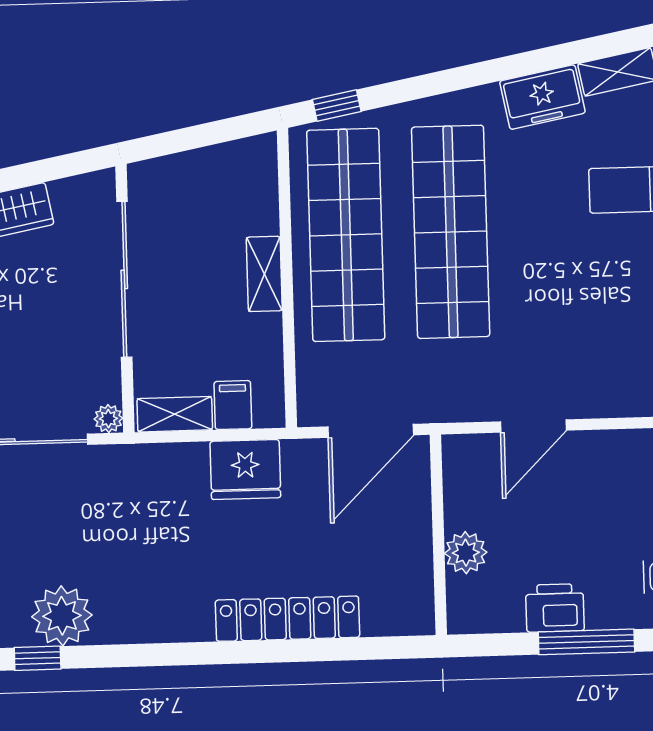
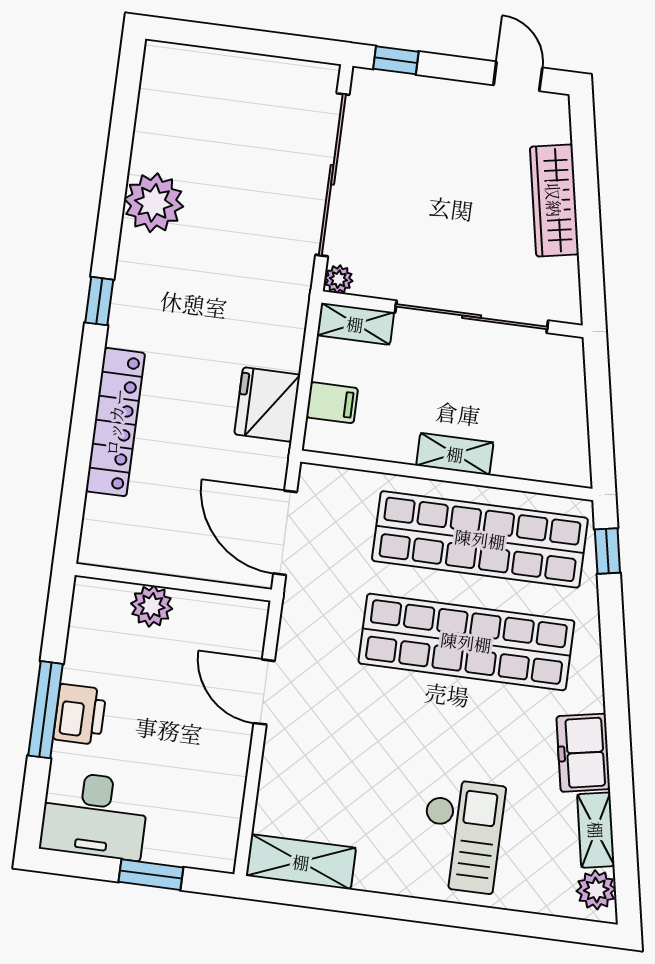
shelving: (175, 414) -> (355, 324), moved, turned 90
printer: (555, 608) -> (80, 714), moved
window: (38, 658) -> (99, 301), moved

